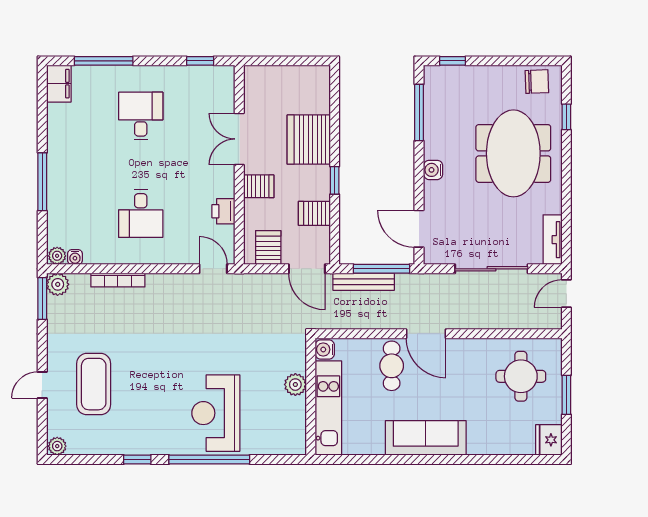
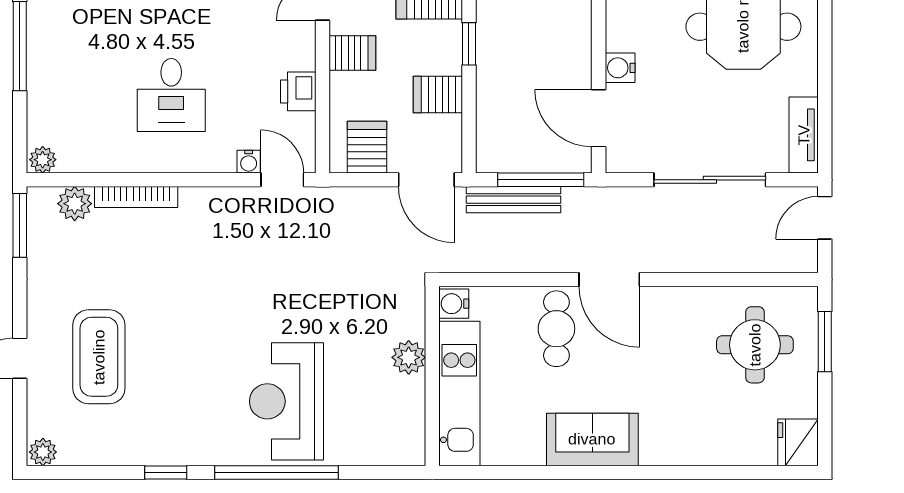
water cooler: (433, 170) -> (620, 68), moved
water cooler: (75, 257) -> (249, 162), moved
plant: (58, 284) -> (75, 204), moved
window: (566, 395) -> (825, 342), moved
sofa: (426, 438) -> (592, 439), width x0.73

